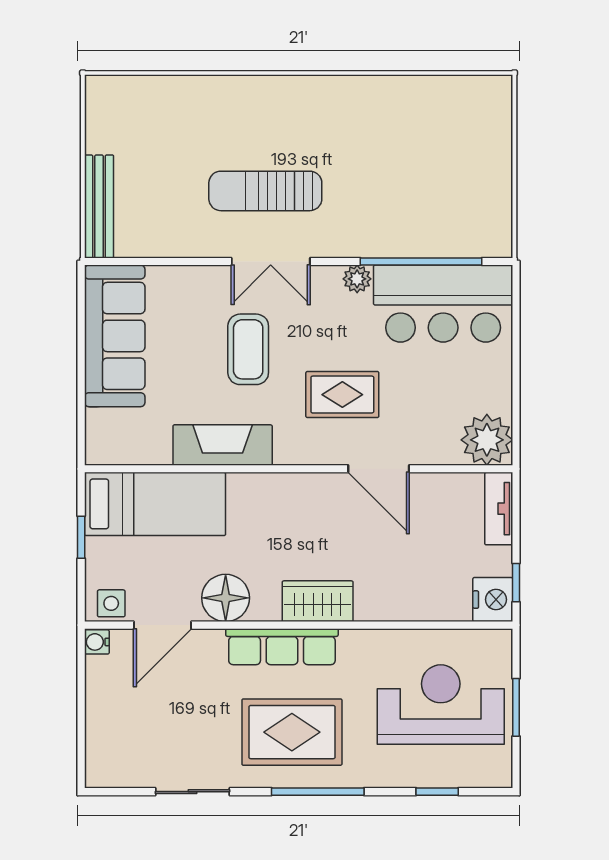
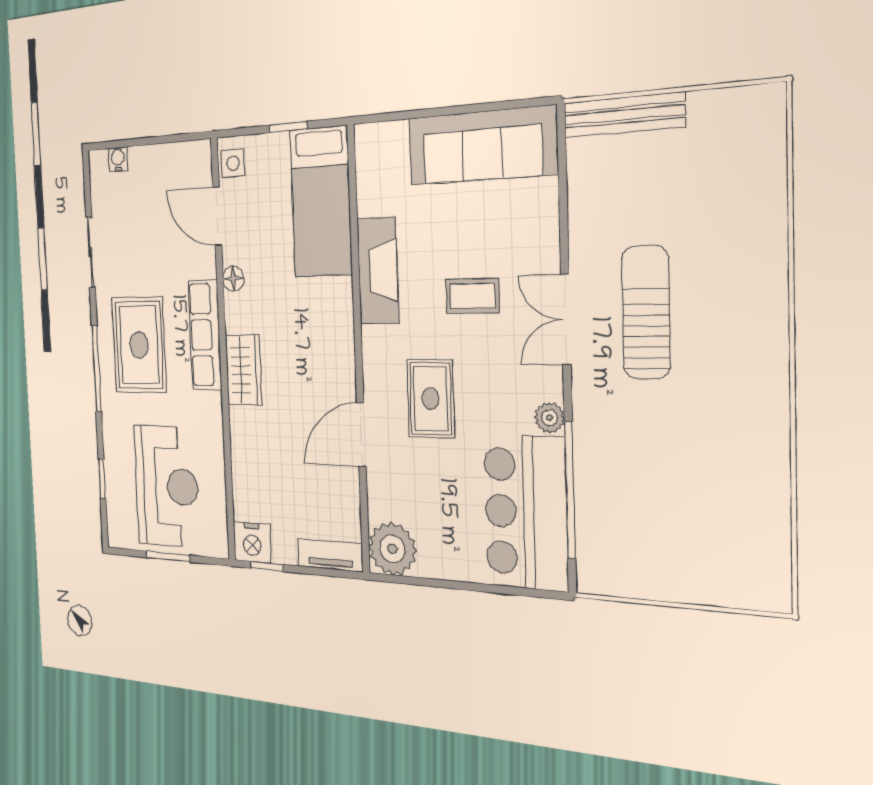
coffee table: (248, 349) -> (472, 296), width x0.73, depth x0.77
floor lamp: (226, 598) -> (233, 279), width x0.53, depth x0.53
water cooler: (97, 642) -> (118, 159), moved

